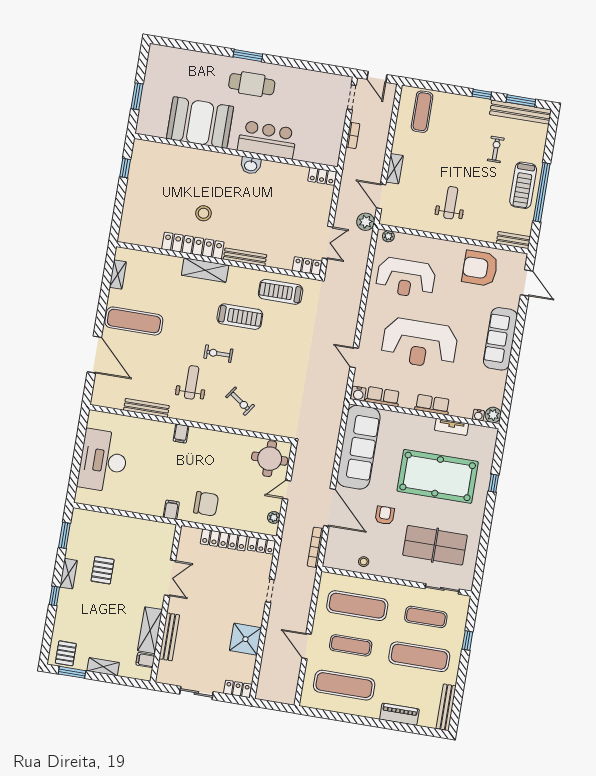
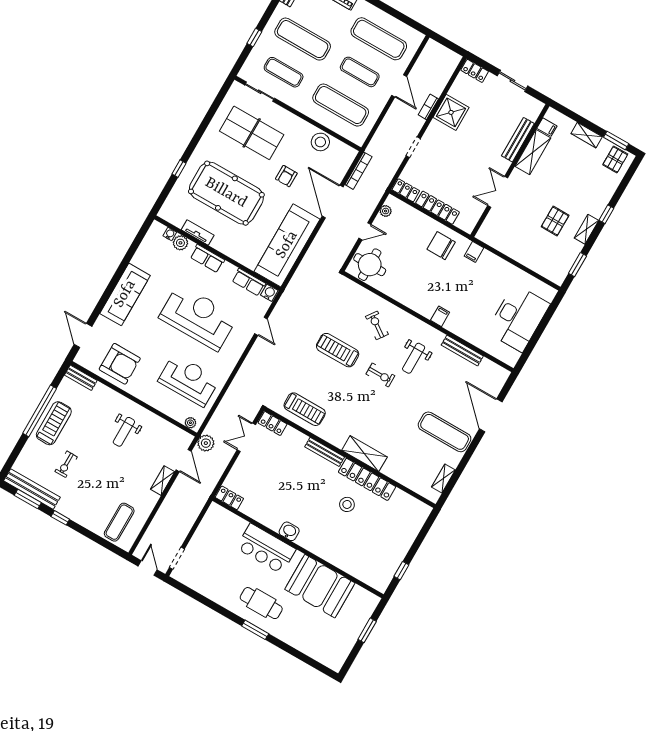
bookcase: (353, 135) -> (428, 107), moved
treadmill: (240, 317) -> (338, 350), moved
plant: (493, 415) -> (180, 243), moved
stool: (364, 562) -> (320, 142), width x1.89, depth x1.89

